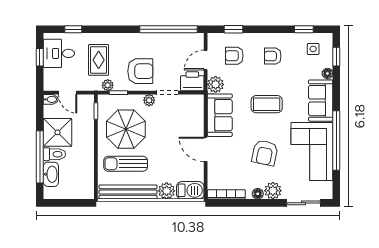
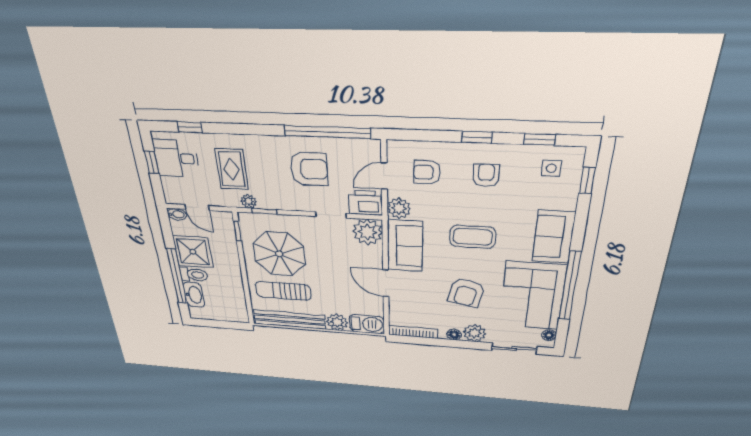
window: (233, 29) -> (477, 137), moved
armchair: (273, 56) -> (486, 175), turned 90
armchair: (140, 71) -> (309, 169), moved
floor lamp: (327, 73) -> (549, 335), moved
plant: (149, 100) -> (367, 232), moved, width x1.87, depth x1.87

